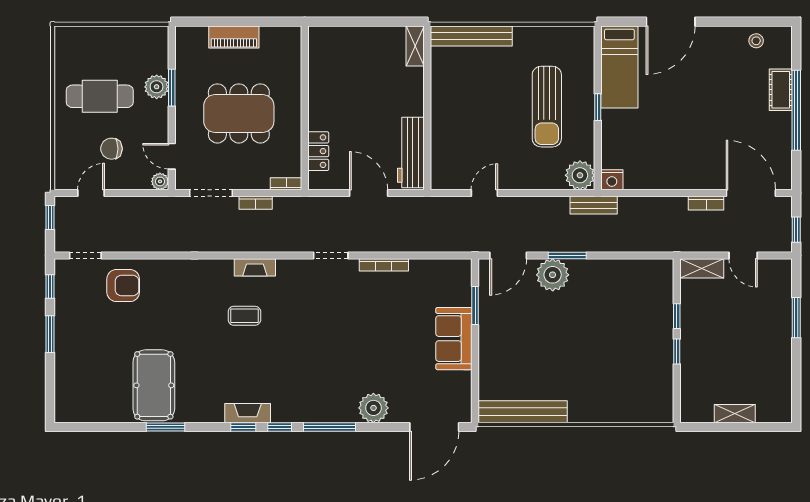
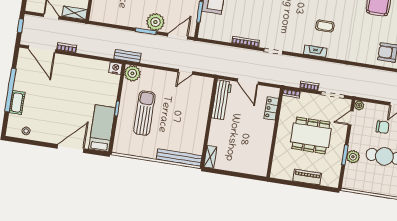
door: (172, 156) -> (351, 118), swing flipped

